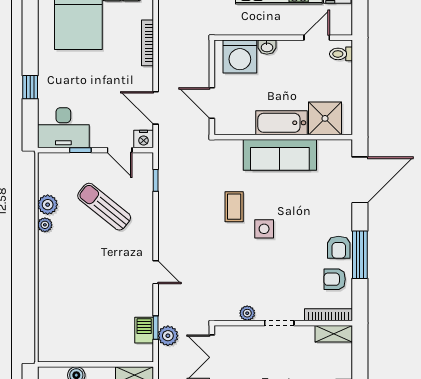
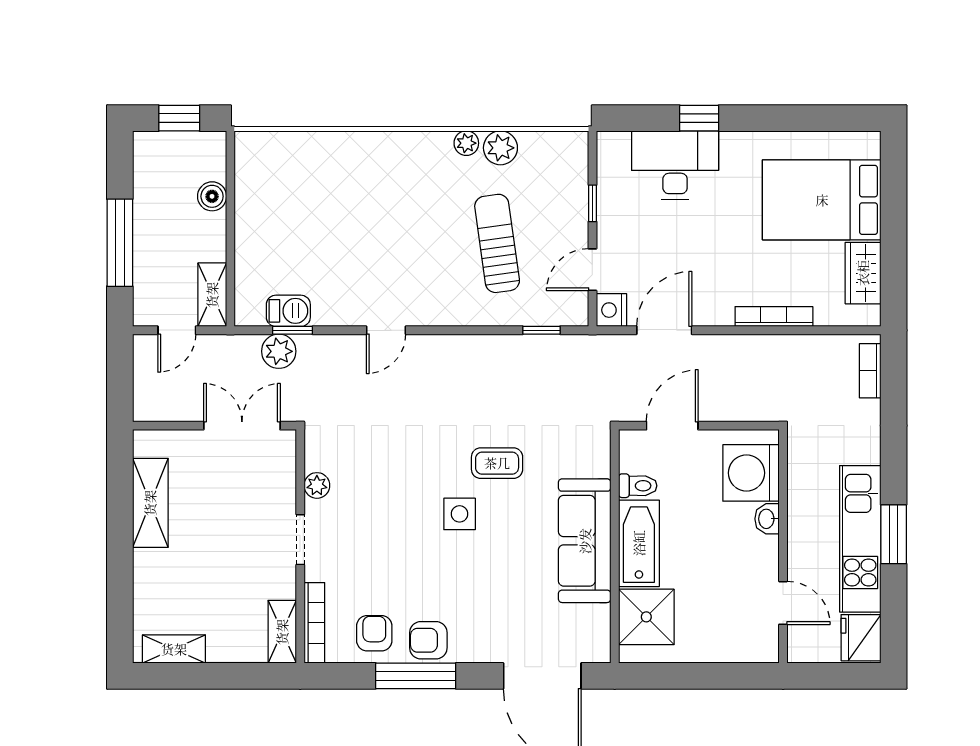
toilet: (341, 54) -> (638, 486), moved, turned 90
desk: (63, 128) -> (675, 165), moved, turned 90
sun lounger: (104, 207) -> (497, 243), turned -47

